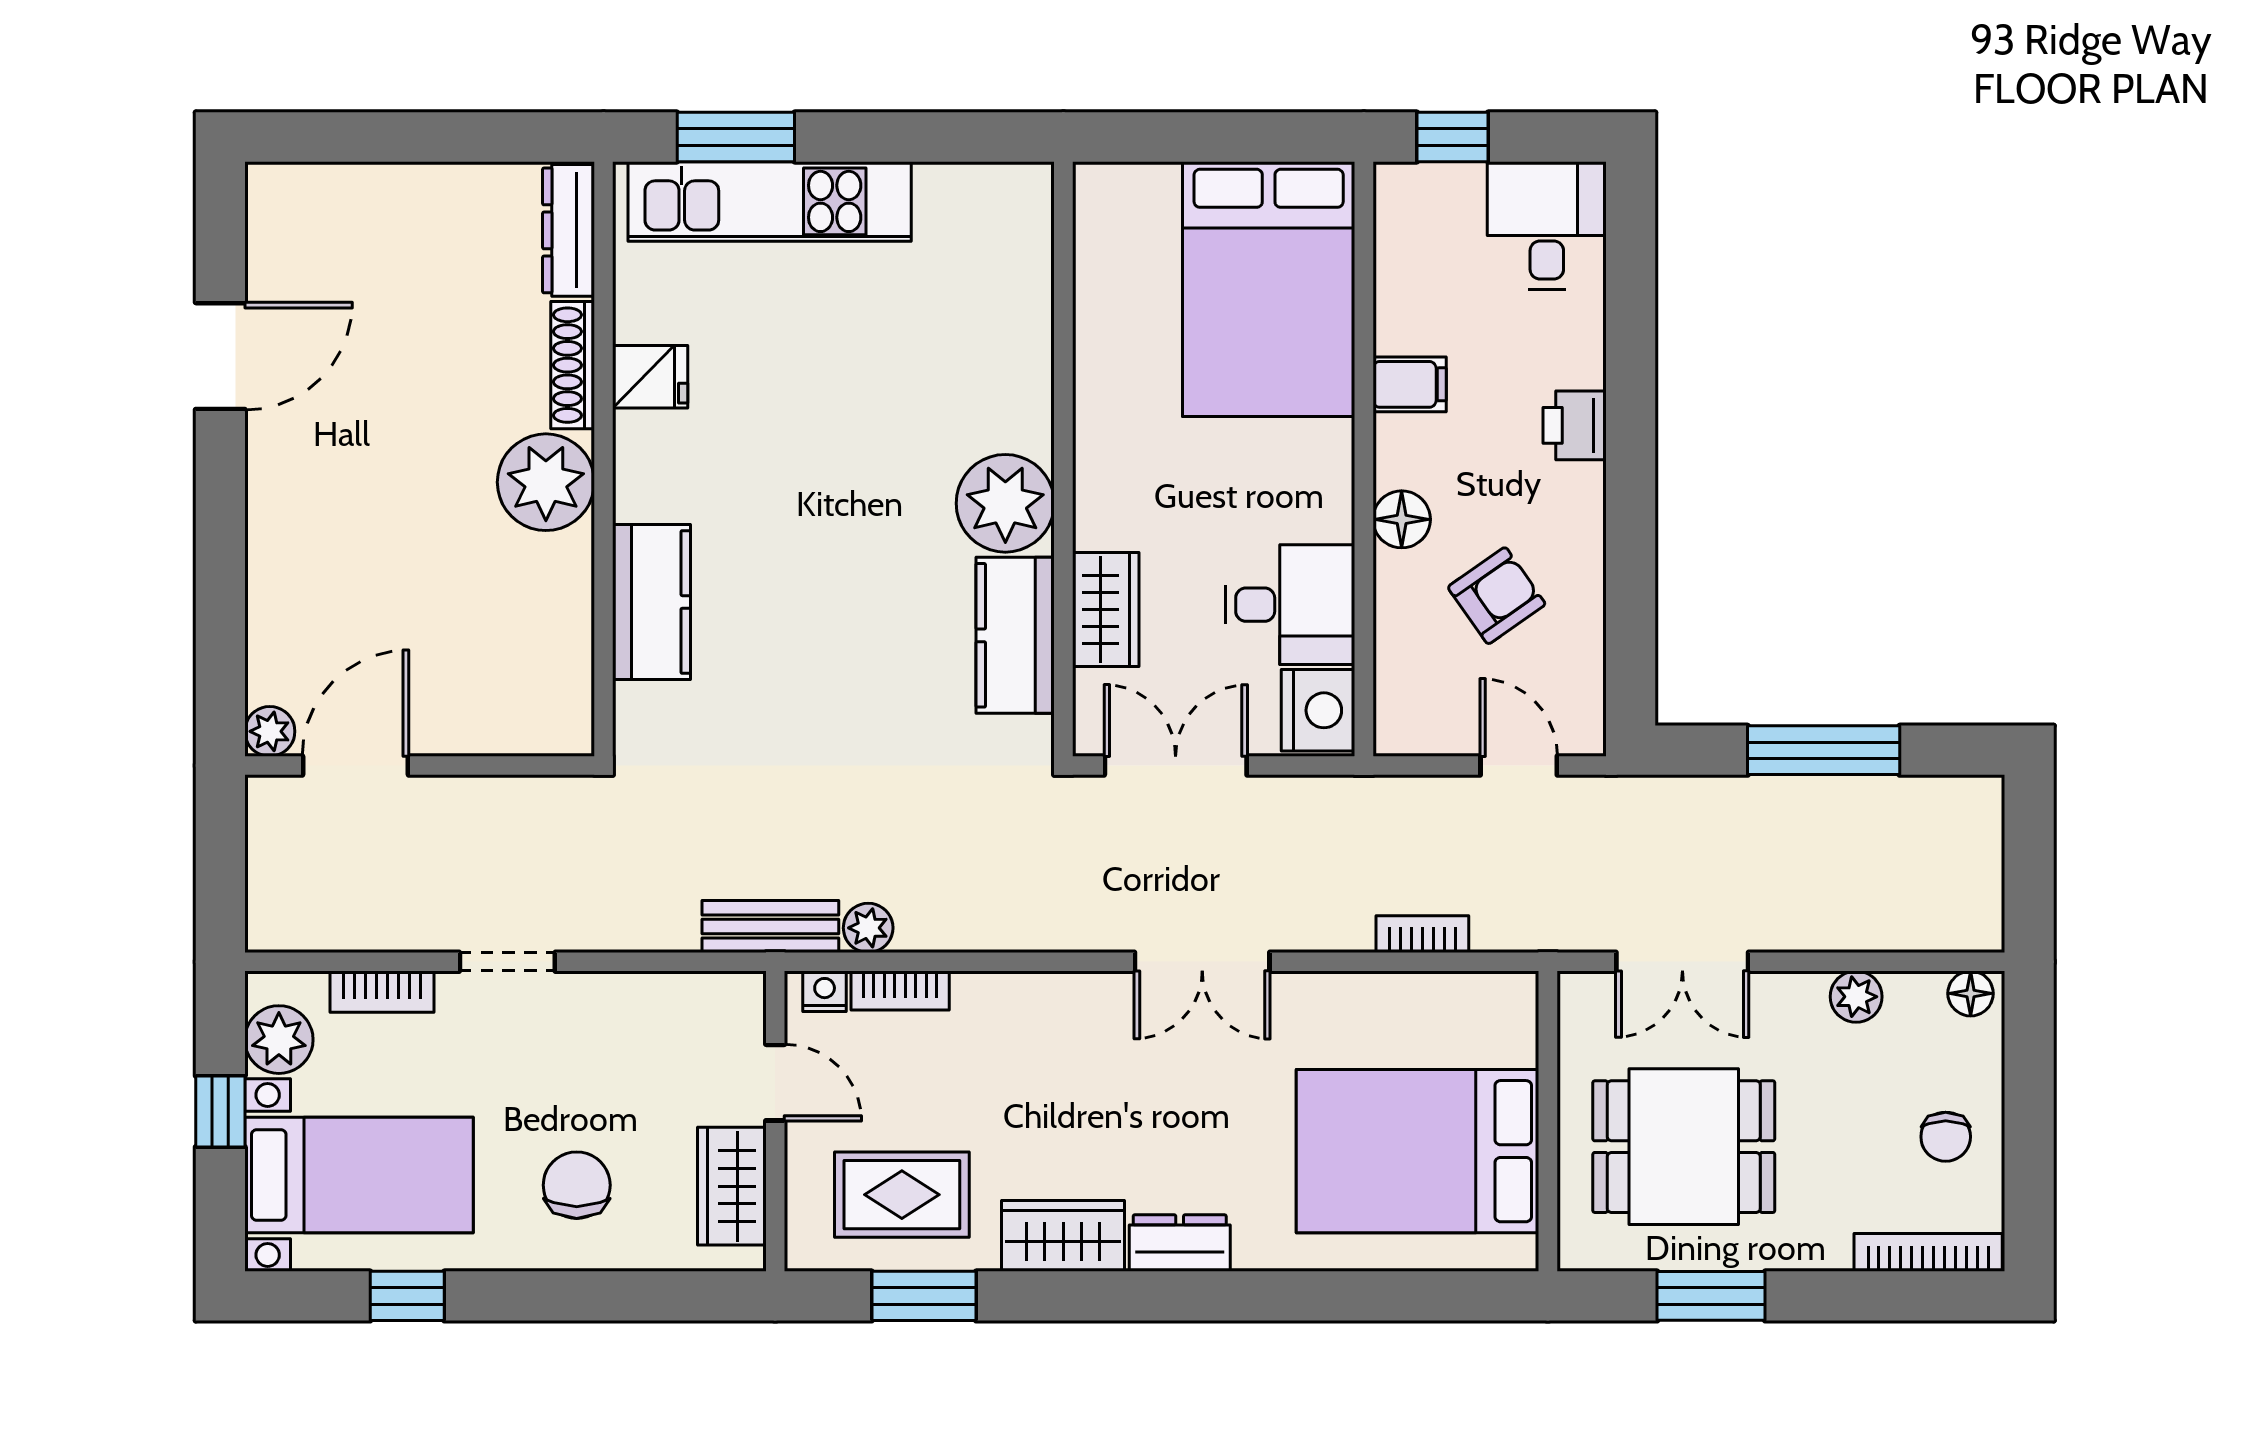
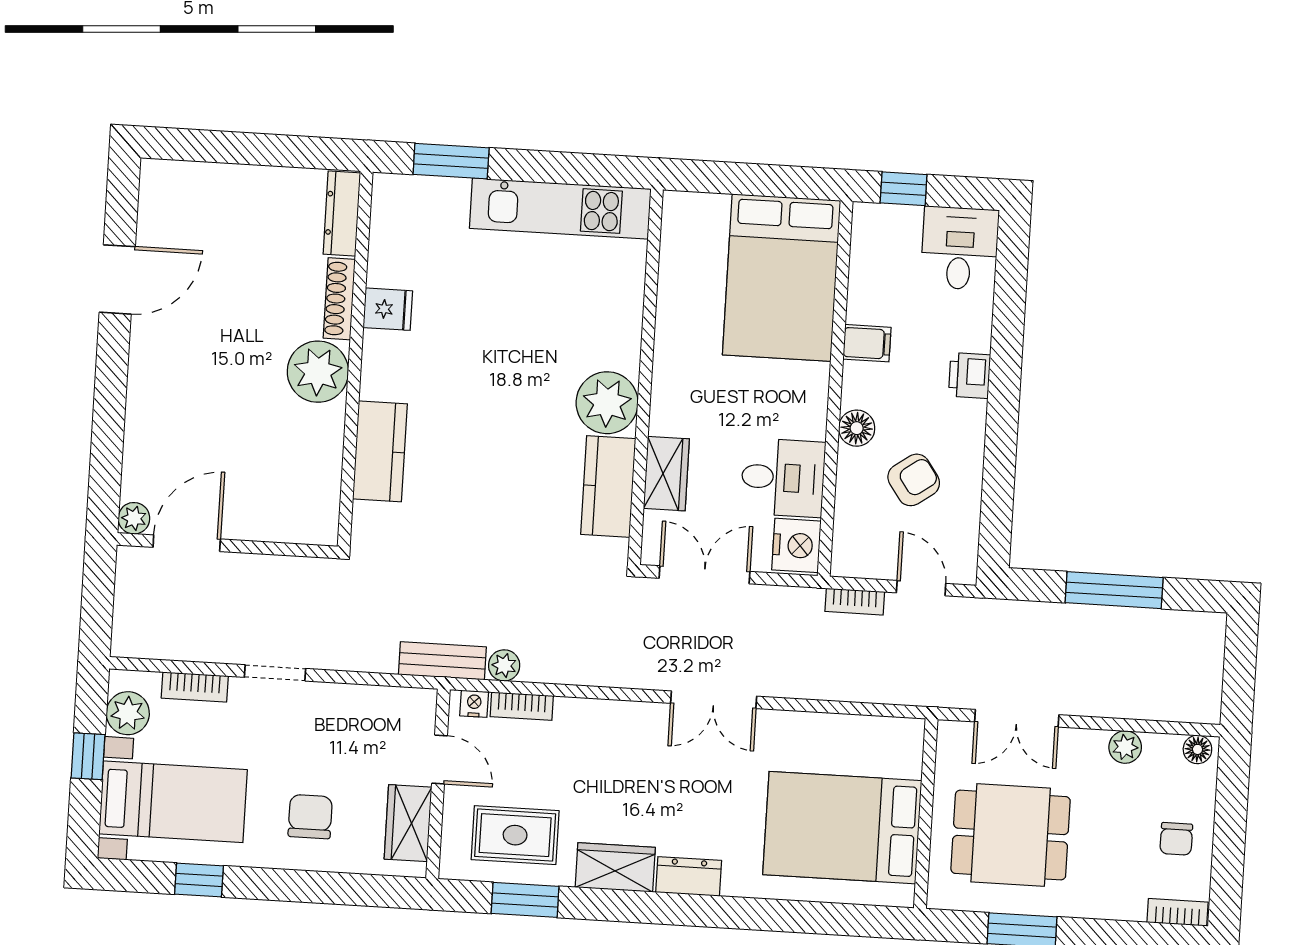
kitchen unit: (770, 201) -> (560, 209), moved
bookcase: (1422, 934) -> (855, 602), moved, turned 180
bookcase: (1928, 1252) -> (1178, 912), width x0.64

